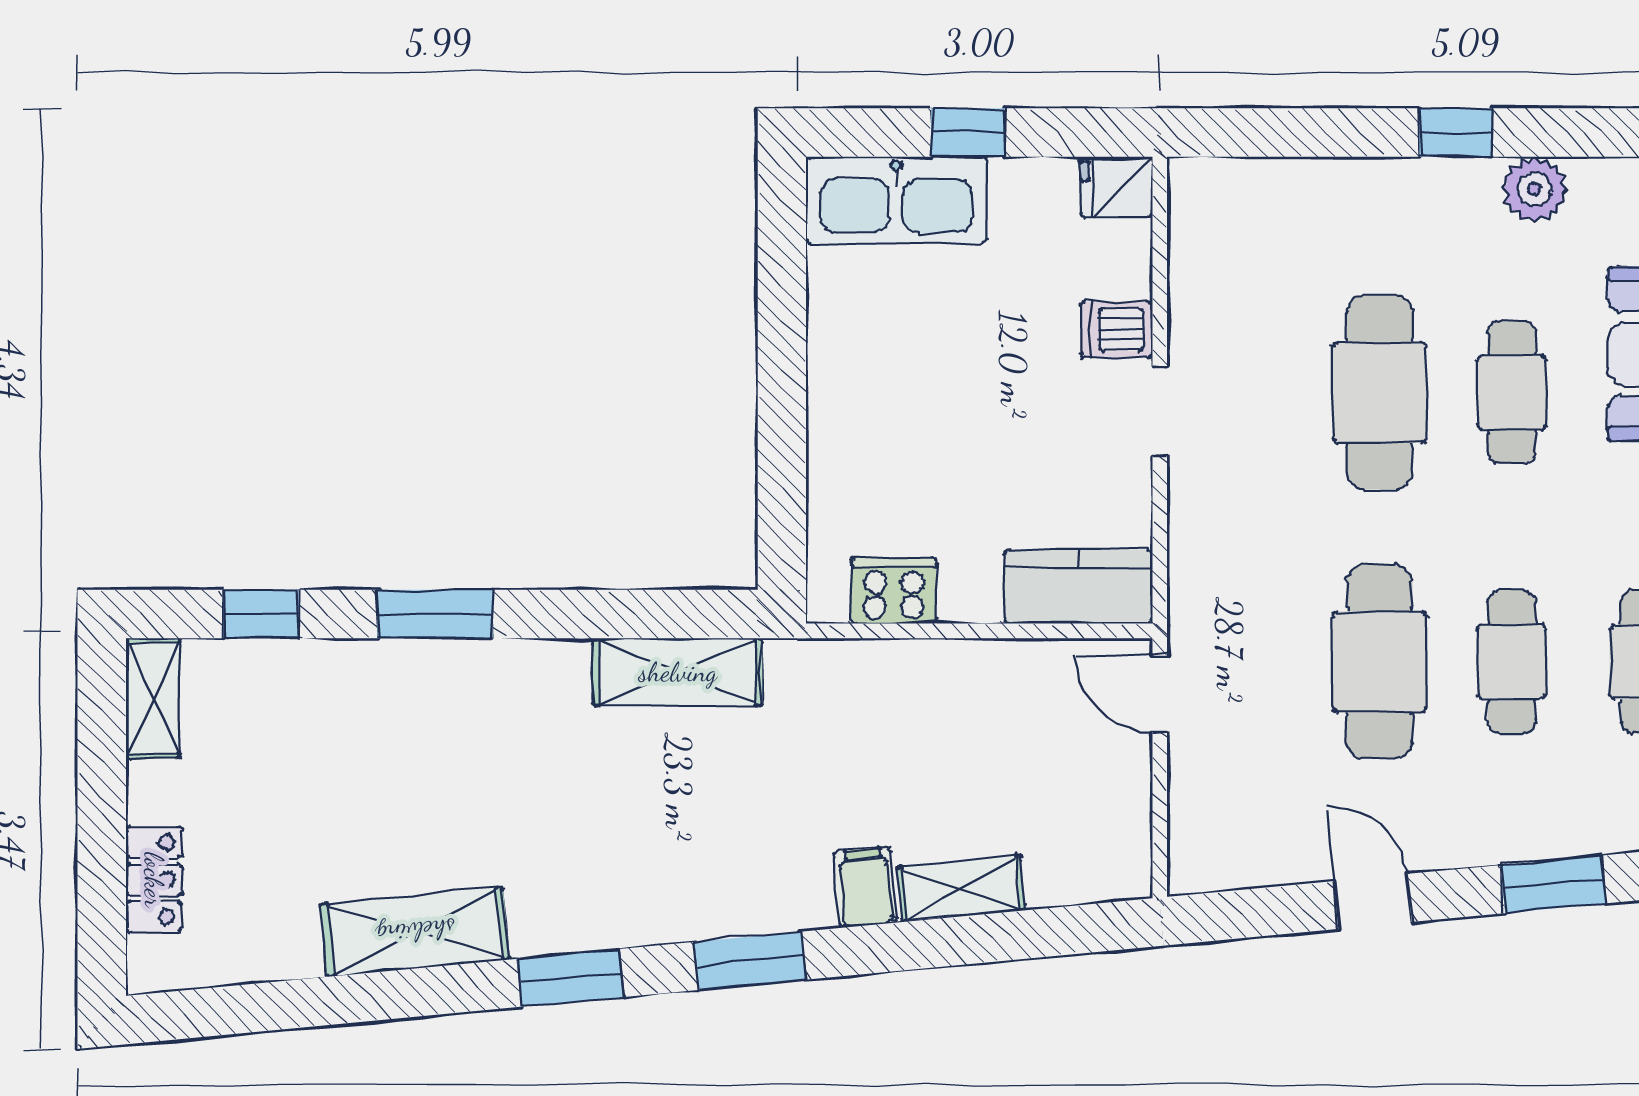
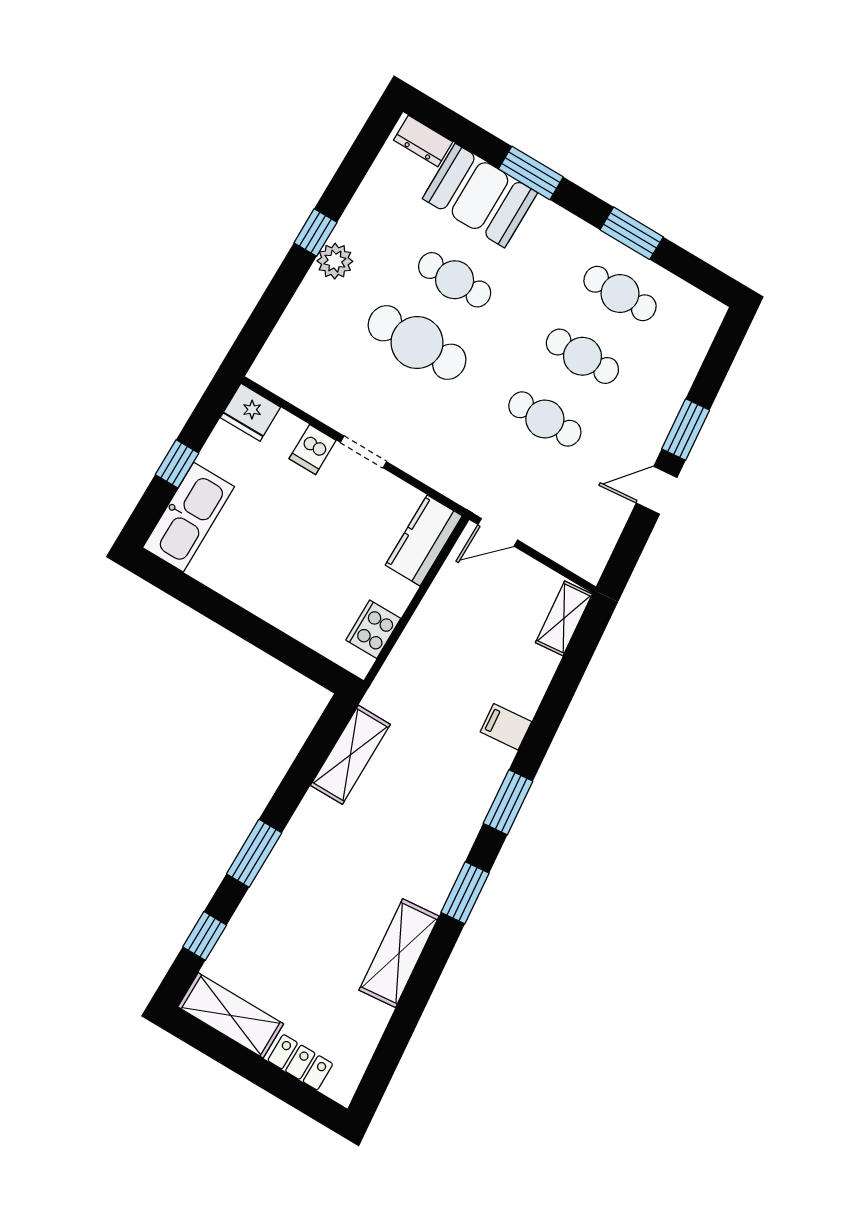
fridge: (1116, 187) -> (250, 412), width x1.38
plant: (1534, 189) -> (335, 261), moved
cafe table: (1379, 662) -> (545, 419), width x0.73, depth x0.74
shelving: (153, 698) -> (231, 1015), width x1.50, depth x1.33
window: (1553, 884) -> (686, 430), moved
shelving: (961, 889) -> (564, 618), moved

